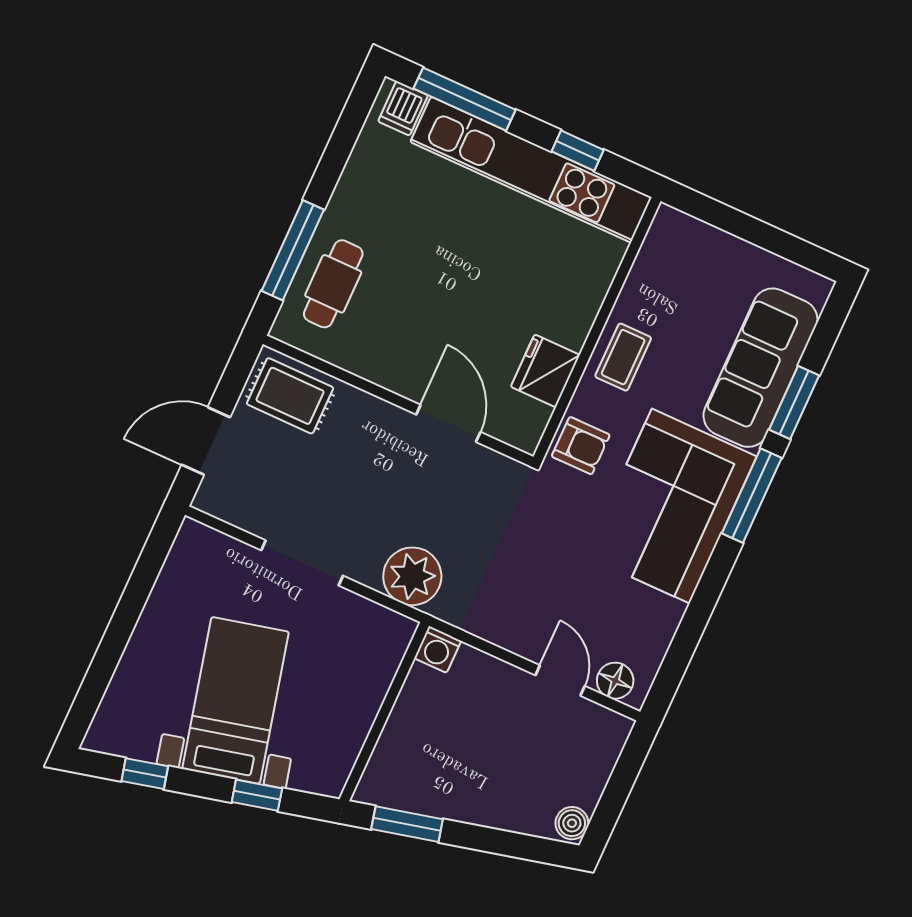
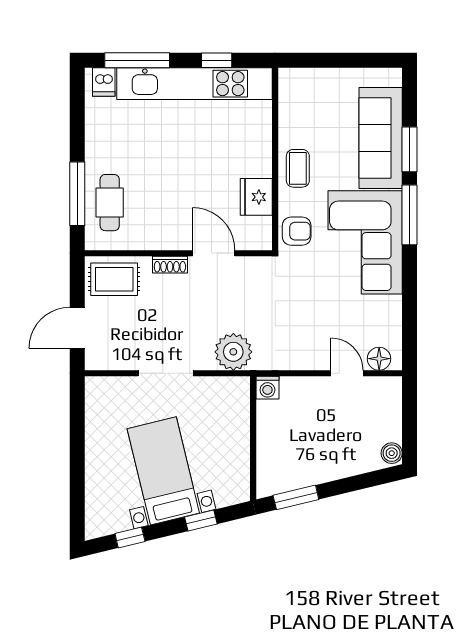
shoe rack: (379, 411) -> (170, 265), added

